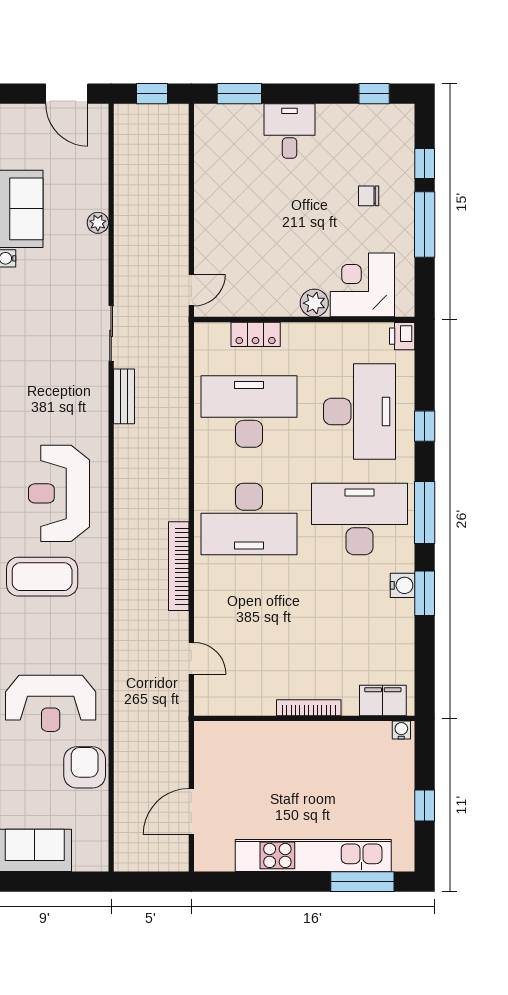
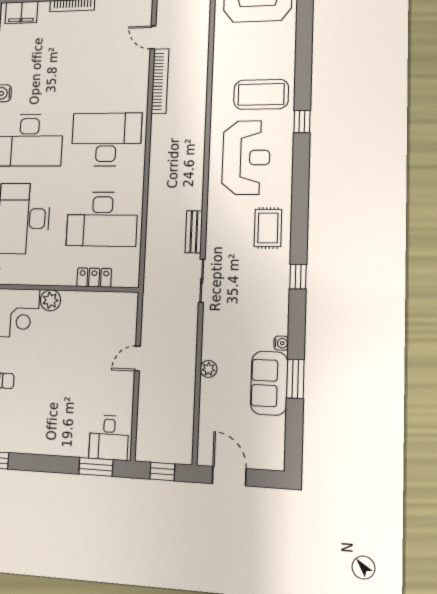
desk: (290, 131) -> (109, 438), moved
door: (191, 290) -> (137, 359), moved
rug: (28, 402) -> (268, 228), added
bookcase: (179, 566) -> (160, 81), moved

